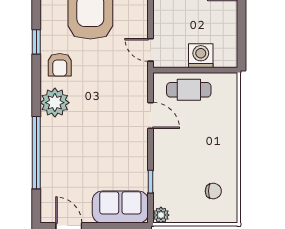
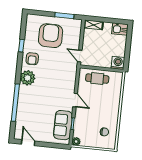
washing machine: (201, 56) -> (118, 63), moved
door: (151, 116) -> (75, 100), moved
sofa: (120, 207) -> (63, 125), moved, turned -90

